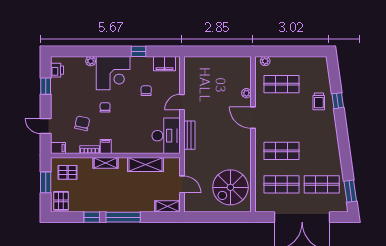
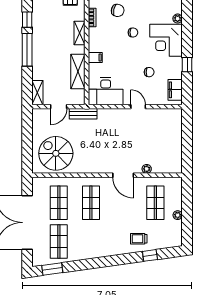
plant: (265, 61) -> (178, 215), moved
window: (338, 101) -> (150, 255), moved
door: (253, 118) -> (123, 175), swing flipped
bench: (189, 135) -> (83, 114), moved
filing cabinet: (106, 146) -> (95, 57), moved

